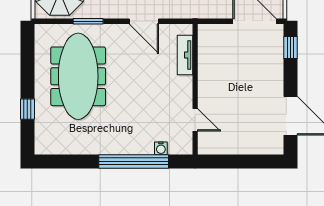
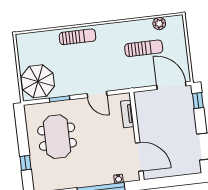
meeting table: (78, 76) -> (57, 137), width x0.73
door: (195, 120) -> (139, 157), width x1.88

